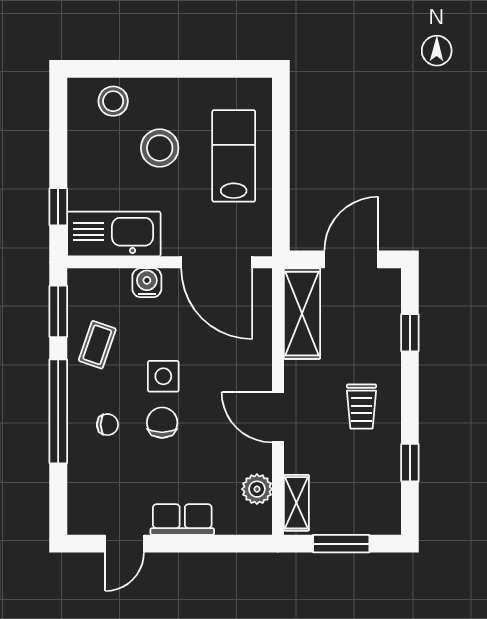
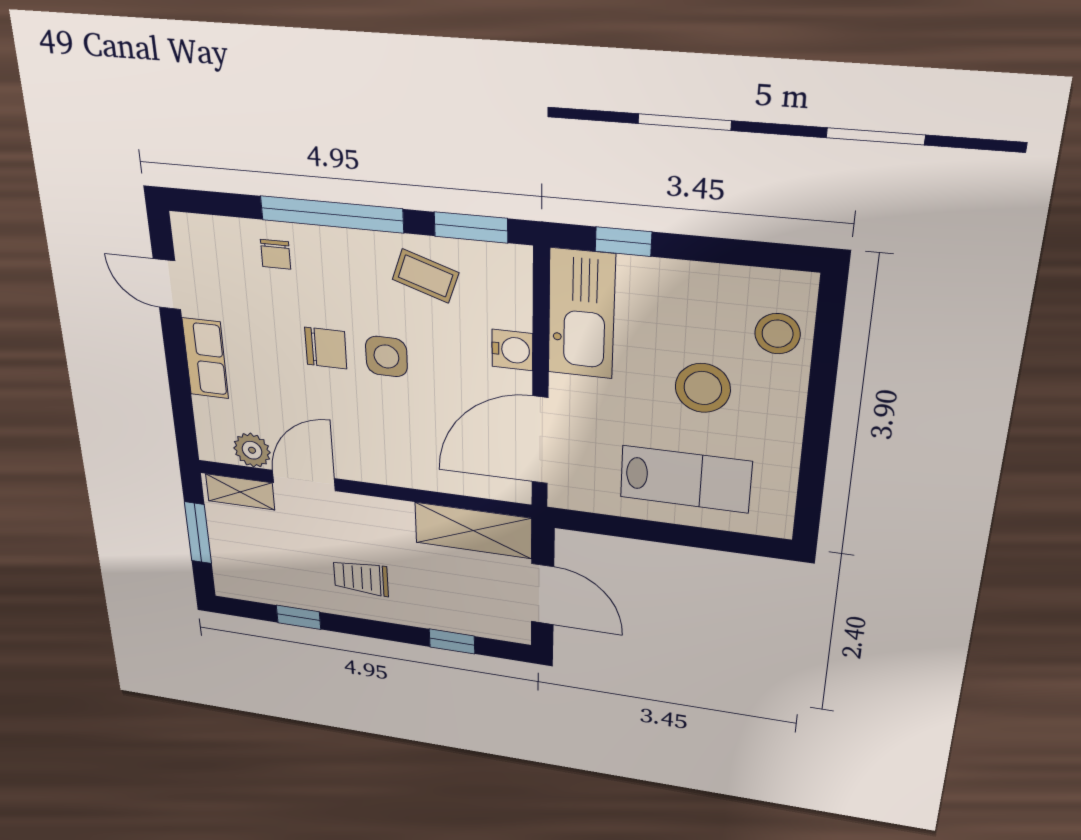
door: (278, 417) -> (304, 480), moved
chair: (107, 425) -> (276, 254), moved

